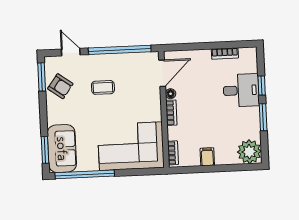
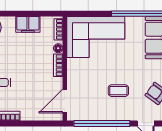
floor lamp: (171, 94) -> (58, 48), moved
filing cabinet: (207, 157) -> (28, 24), width x2.00

